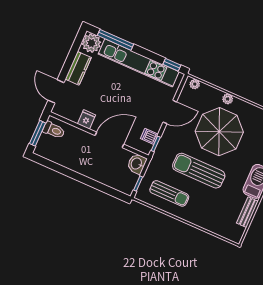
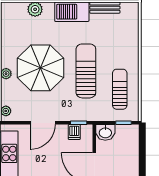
door: (170, 112) -> (43, 123), swing flipped
sun lounger: (199, 171) -> (86, 71), turned 180

